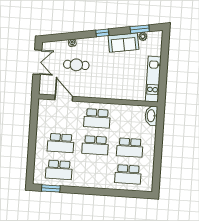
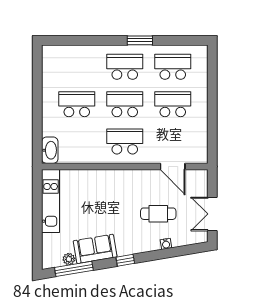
window: (140, 29) -> (74, 269), width x1.44
school desk: (128, 174) -> (125, 67), moved
window: (51, 188) -> (140, 40), moved

